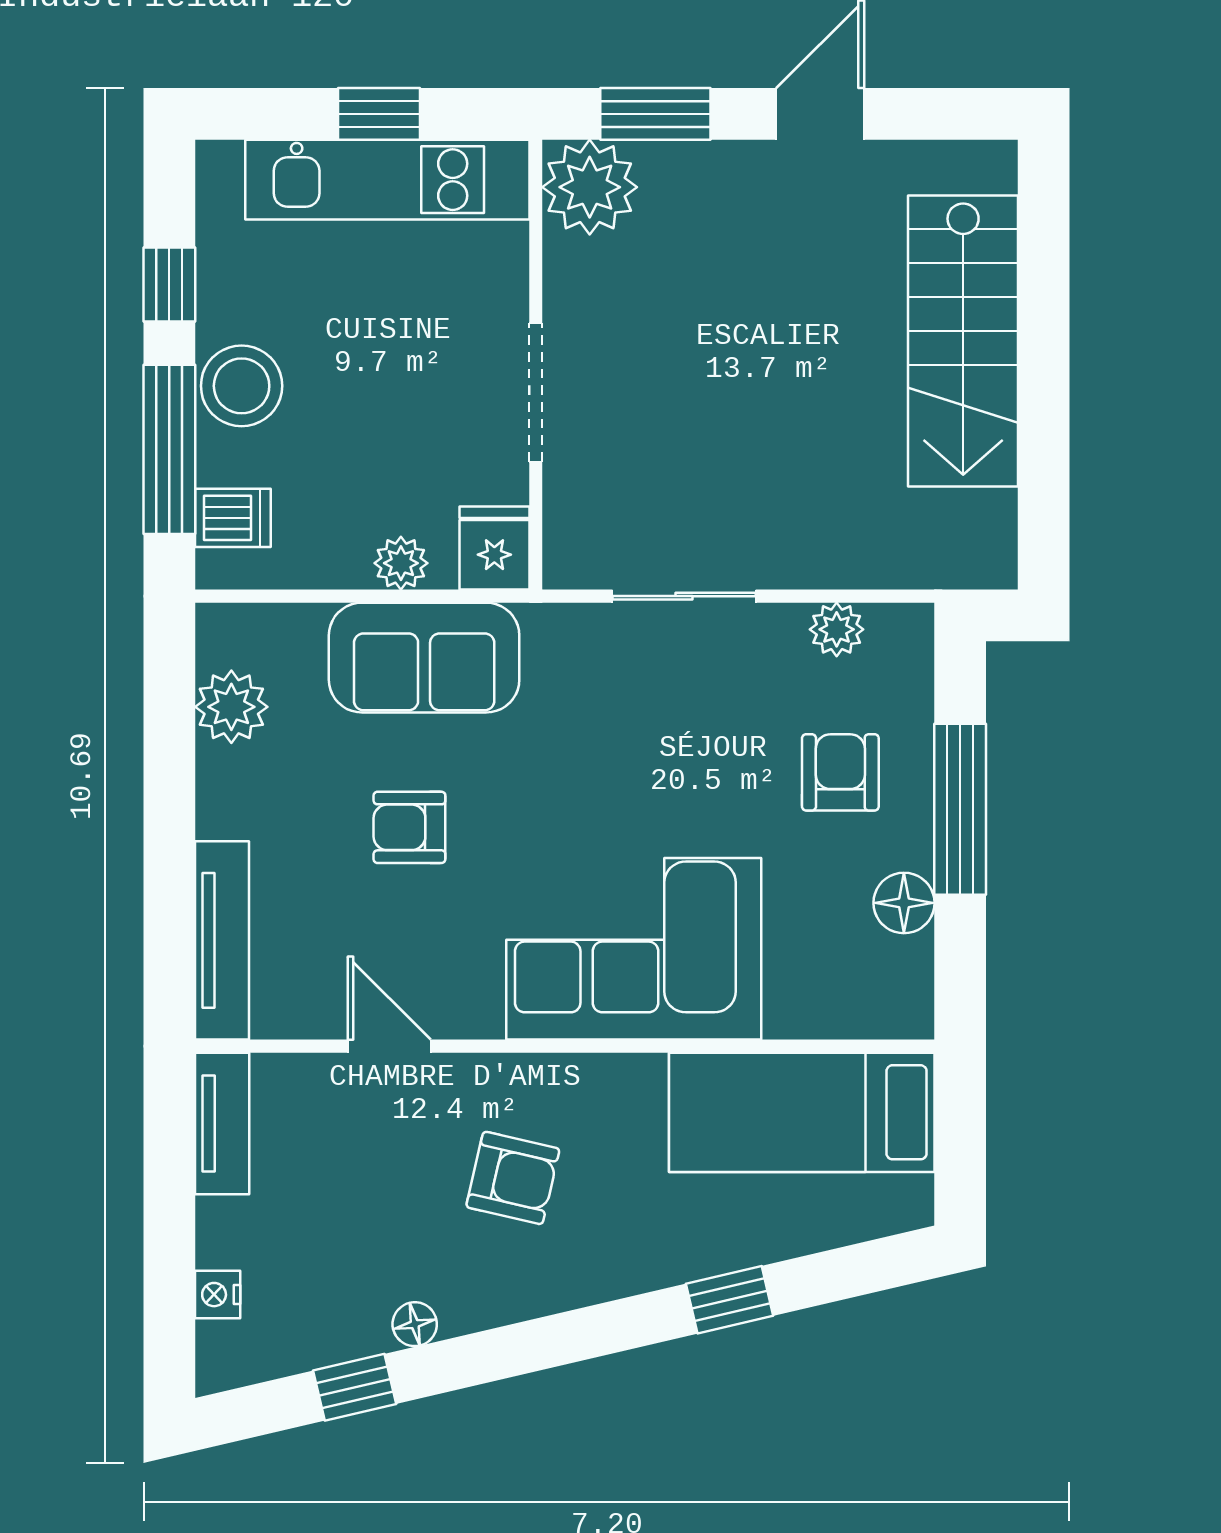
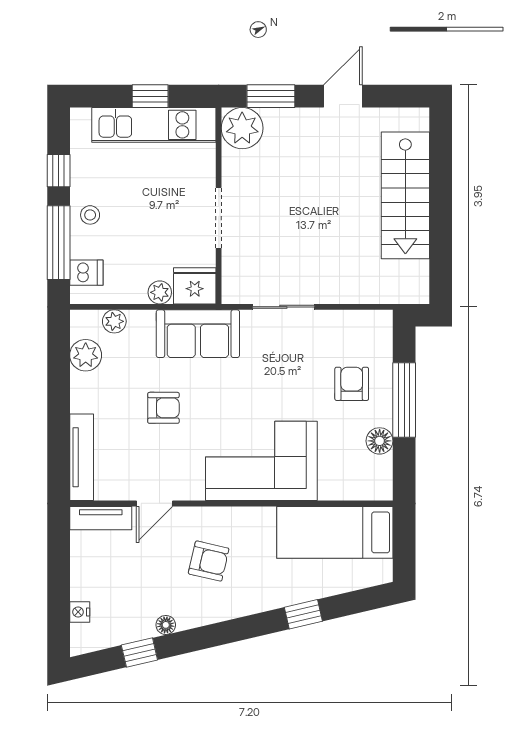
stool: (242, 386) -> (90, 215), width x0.53, depth x0.53
fridge: (494, 548) -> (195, 286), width x1.38
plant: (837, 629) -> (114, 321), moved
sofa: (424, 658) -> (198, 334), moved
armchair: (409, 827) -> (163, 408), turned 180
door: (389, 1046) -> (155, 503), swing flipped
tv unit: (222, 1123) -> (101, 518), moved, turned 90

